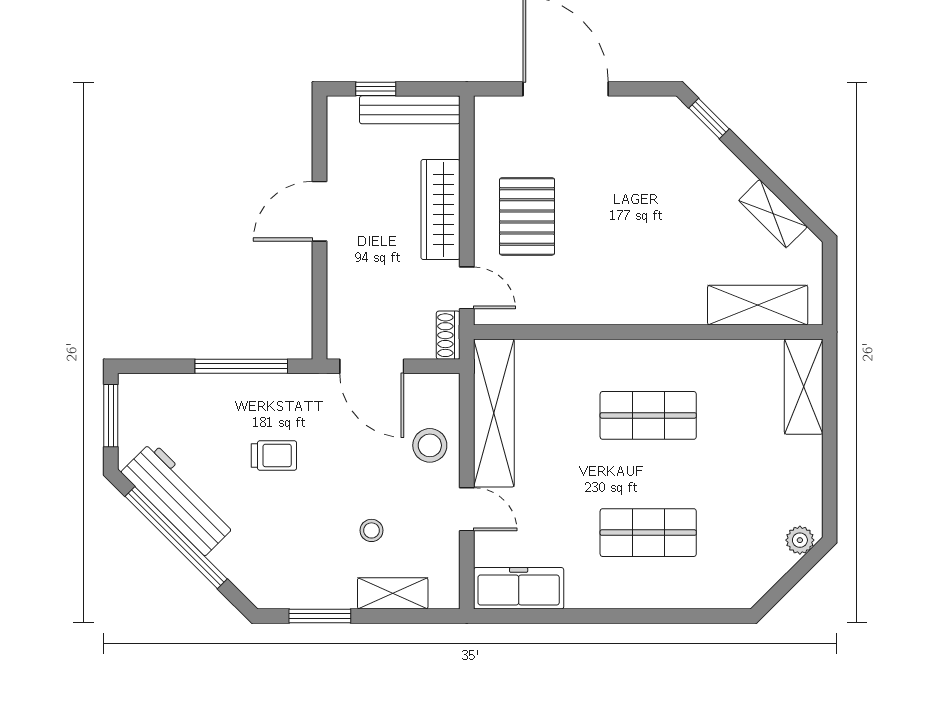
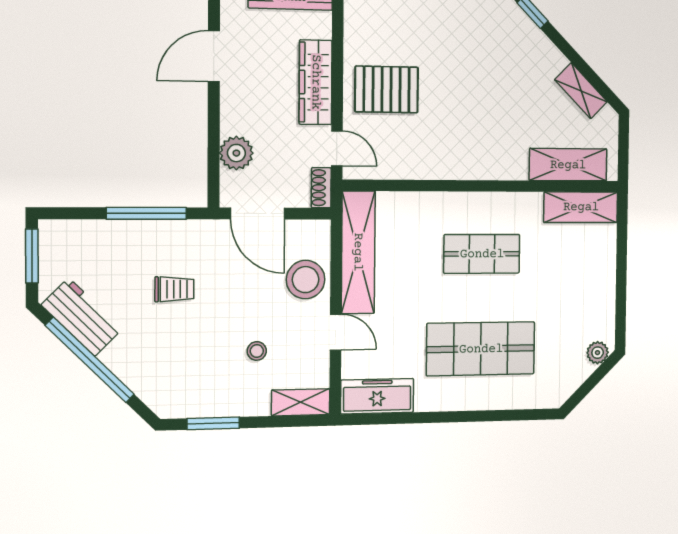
door: (320, 211) -> (214, 56), moved
pallet: (527, 216) -> (387, 89), turned 90
plant: (346, 295) -> (236, 153), added
shelving: (804, 387) -> (581, 207), moved, turned 90
stool: (430, 445) -> (306, 280), width x1.38, depth x1.38
workbench: (179, 499) -> (82, 317), width x0.73
shop shelf: (648, 533) -> (481, 349), width x1.43, depth x1.36
shelving: (393, 593) -> (301, 402), moved

